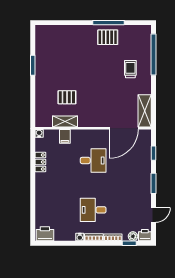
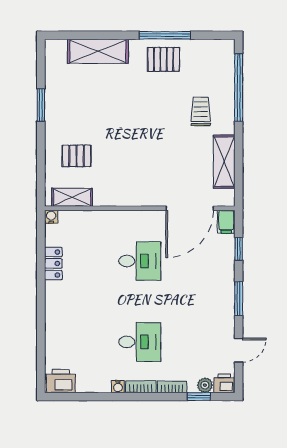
shelving: (68, 32) -> (98, 51), added
pallet: (67, 97) -> (76, 156), moved
shelving: (145, 111) -> (224, 162), moved
shelving: (65, 122) -> (72, 197), moved
filing cabinet: (65, 136) -> (226, 222), moved
desk: (93, 210) -> (140, 342), turned 180

